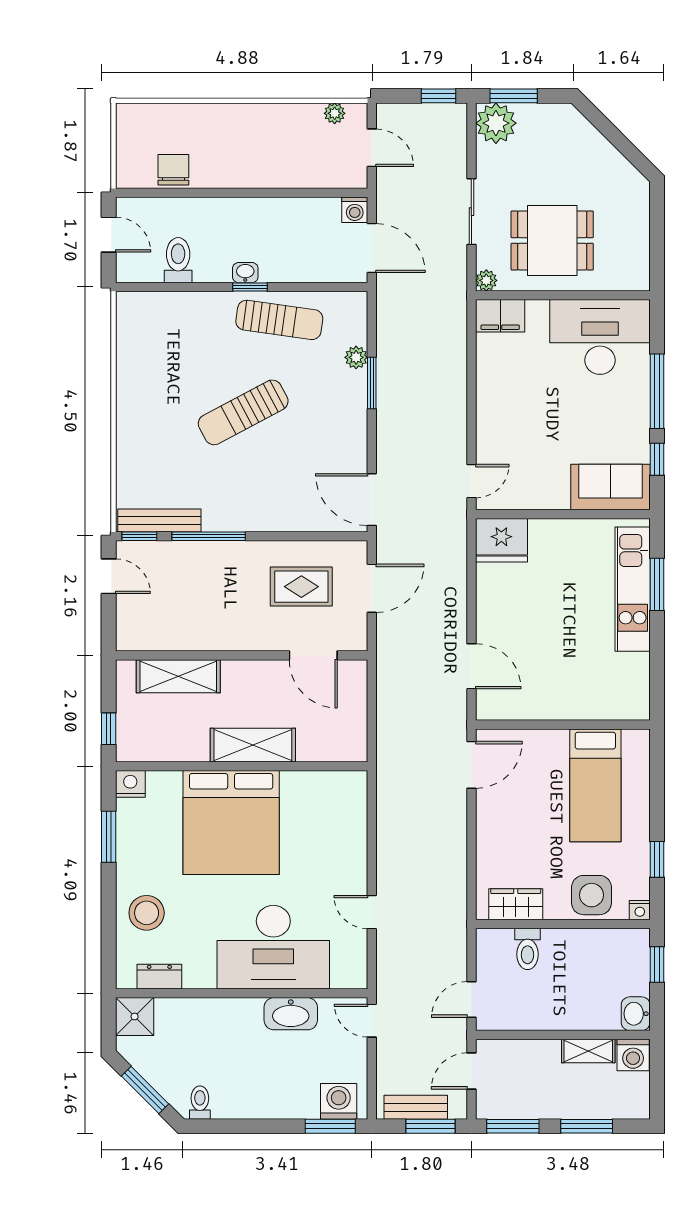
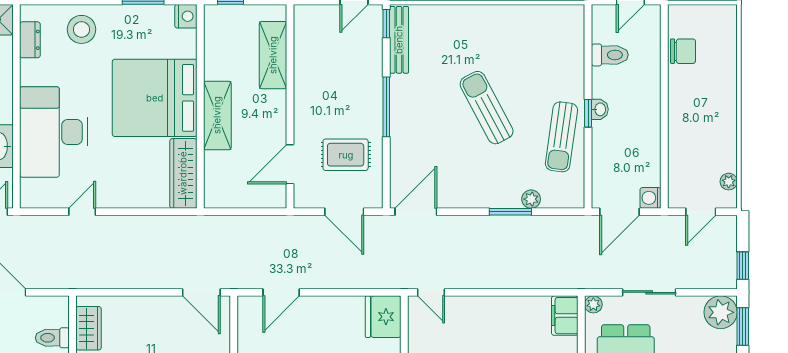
window: (209, 536) -> (386, 107), moved
rug: (301, 587) -> (346, 155), turned 90
wardrobe: (324, 787) -> (183, 173), added

